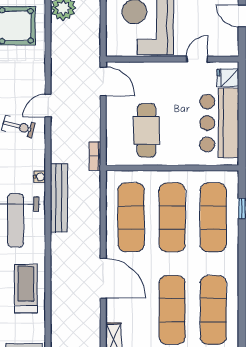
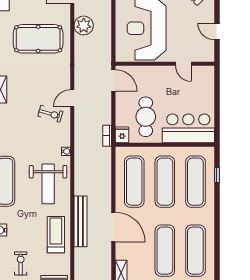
door: (197, 59) -> (183, 64), swing flipped
fridge: (228, 78) -> (122, 135), moved, turned 90
bar counter: (219, 123) -> (188, 128), moved, turned 90
bench: (59, 198) -> (81, 221), moved

